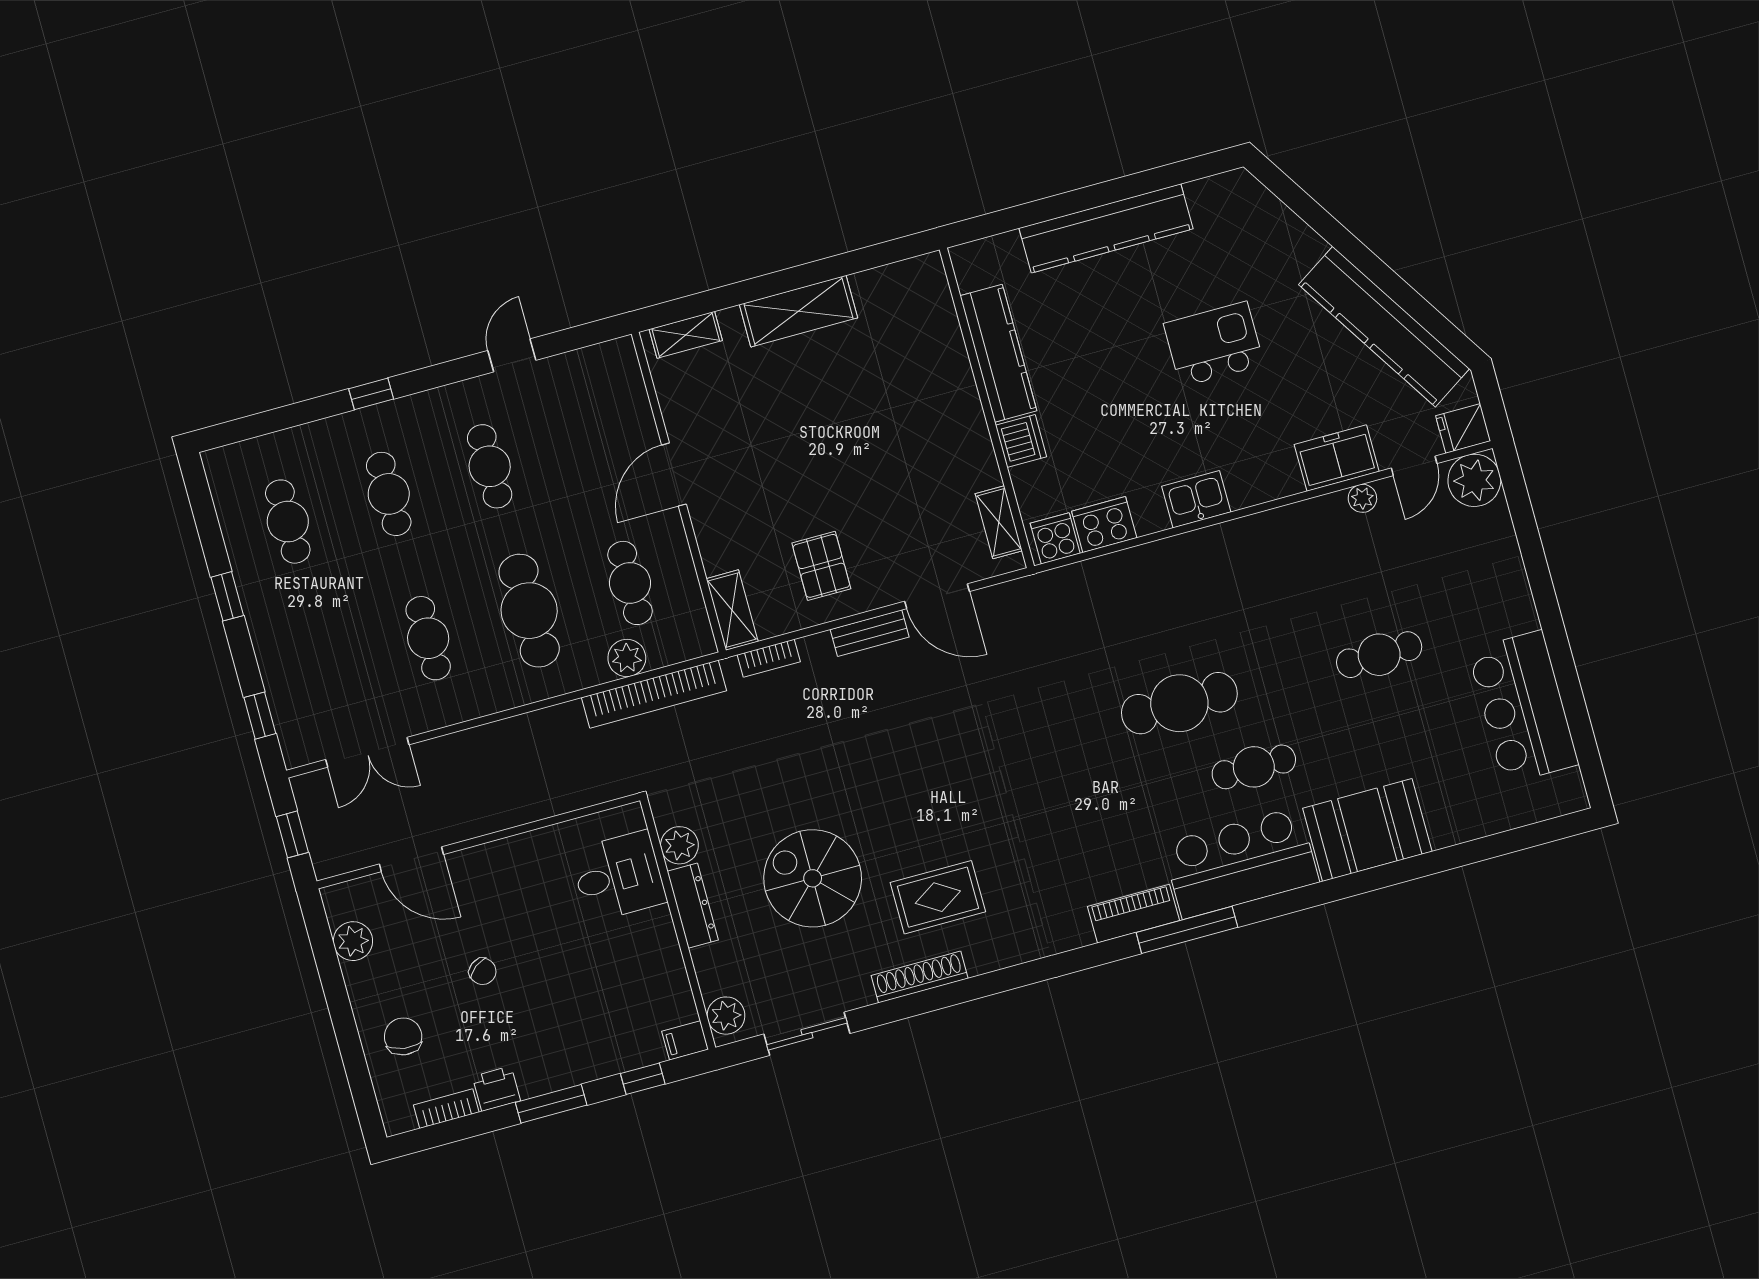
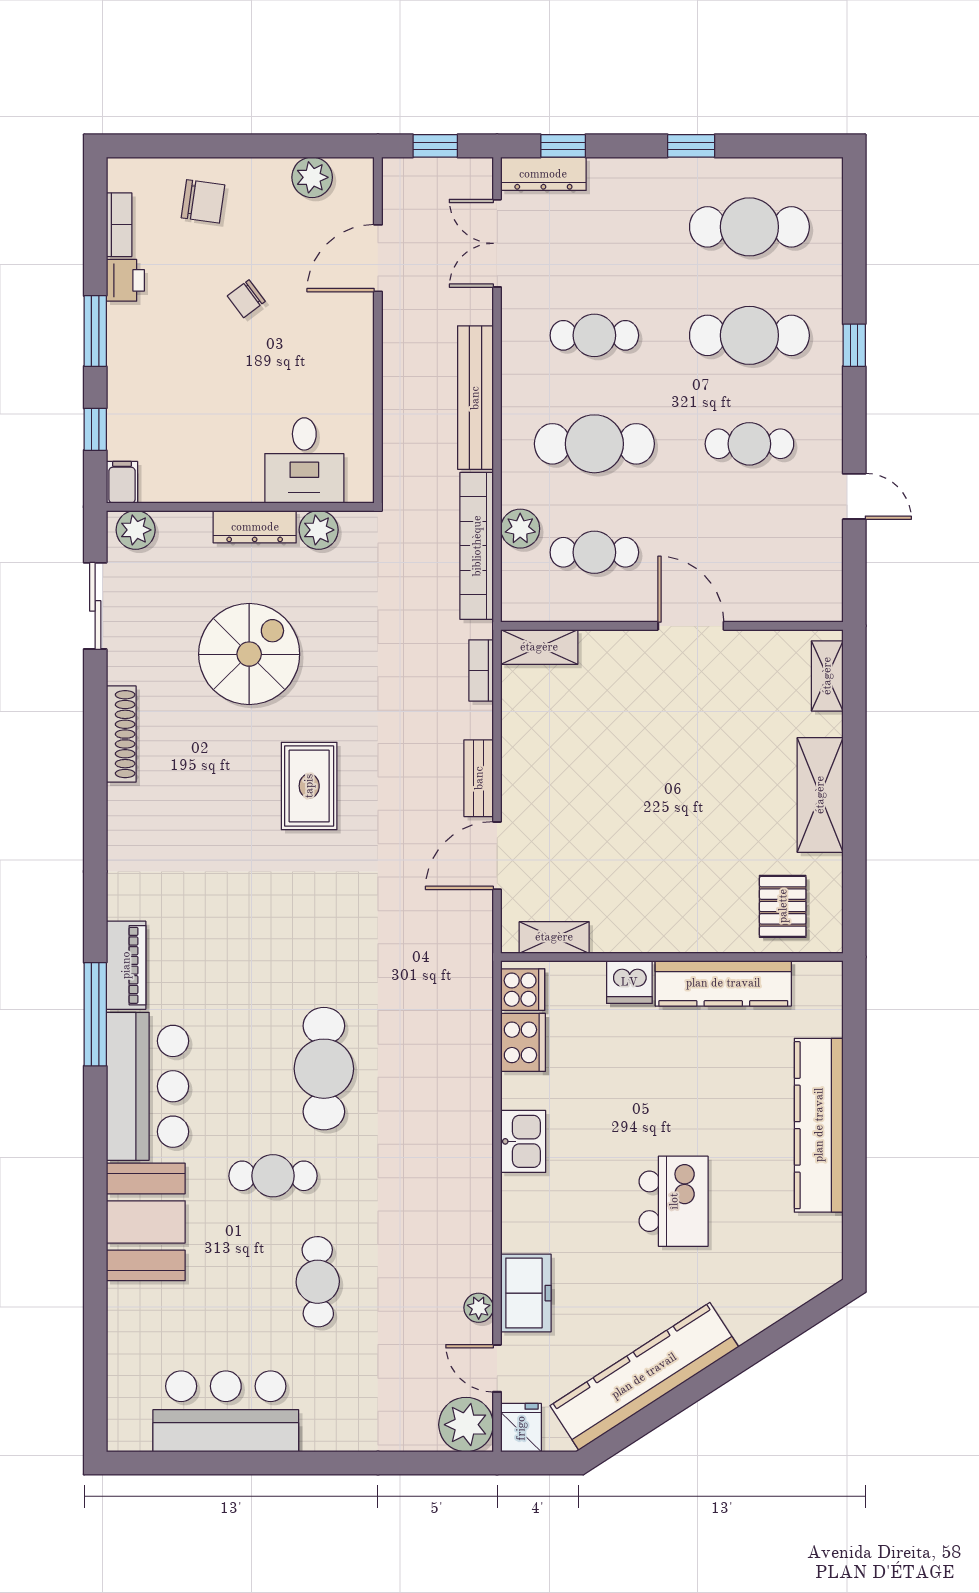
cafe table: (389, 494) -> (749, 335), width x1.37, depth x1.35
cafe table: (288, 522) -> (749, 227), width x1.37, depth x1.35
pallet: (821, 566) -> (783, 906), moved, turned 90
dresser: (291, 727) -> (543, 174), added
bench: (516, 733) -> (475, 398), added
cafe table: (1254, 767) -> (273, 1176), moved, turned 90
rug: (938, 897) -> (309, 786), moved

